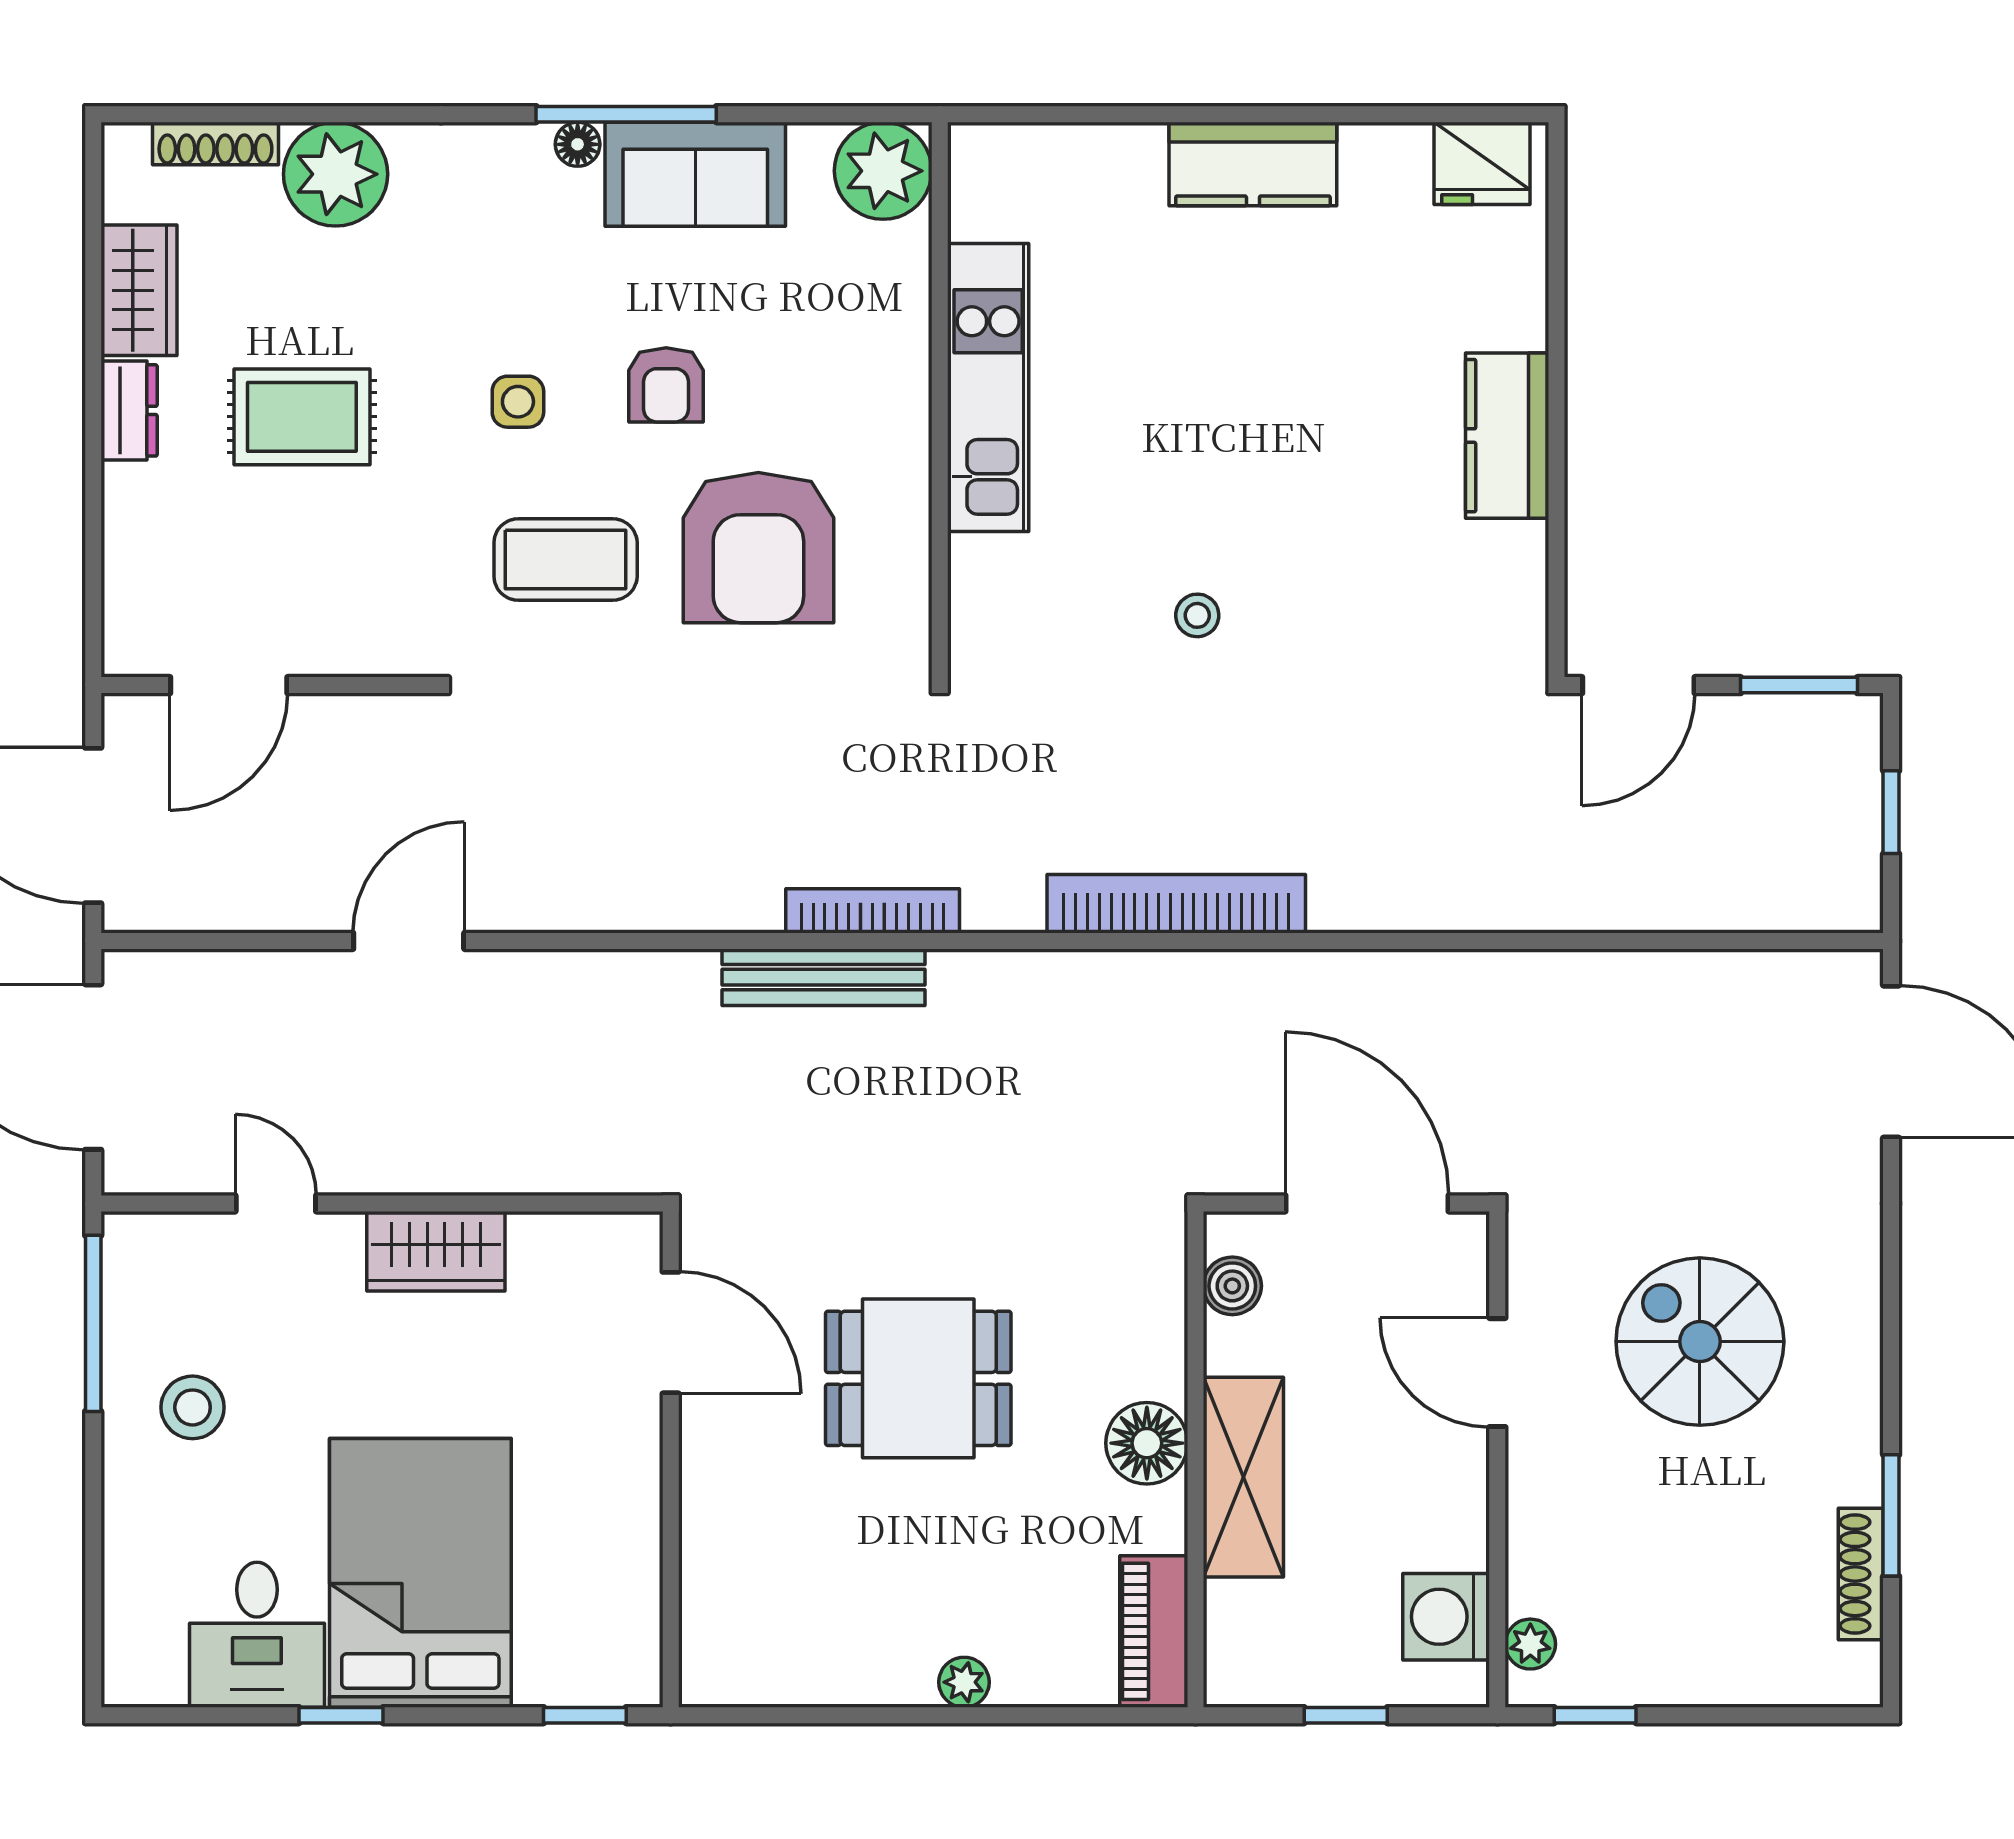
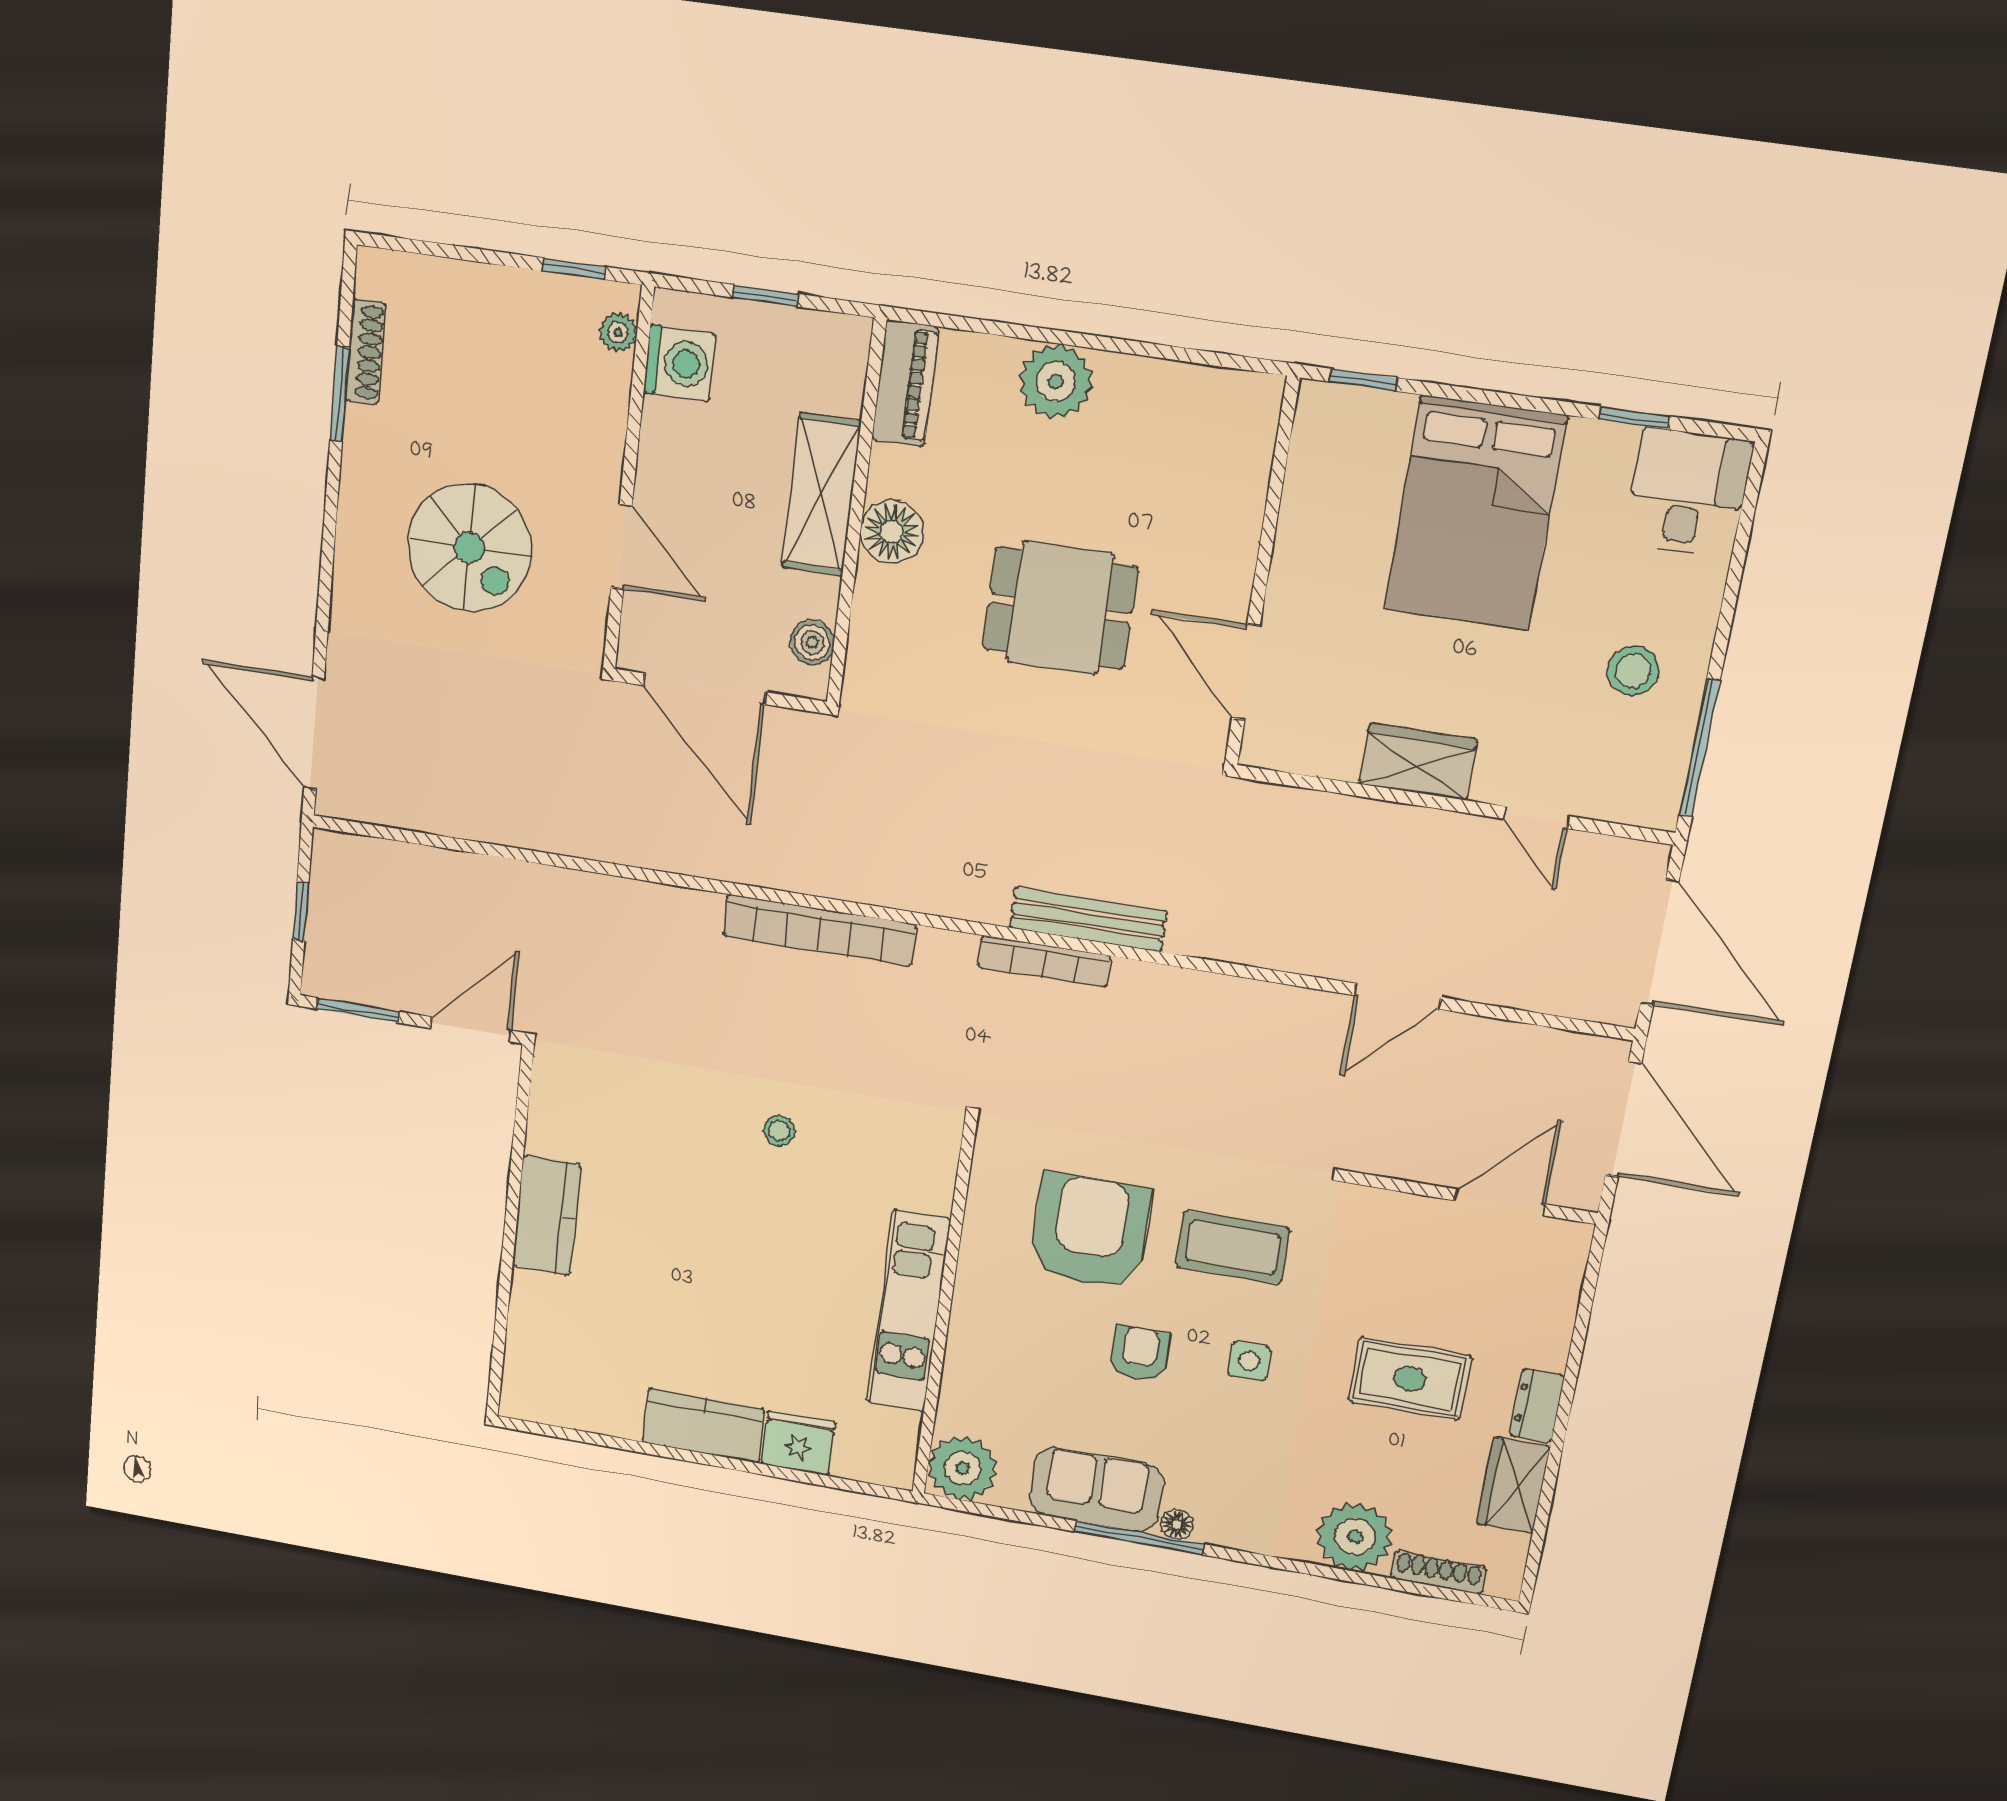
fridge: (1482, 163) -> (798, 1443), moved
desk: (257, 1635) -> (1687, 493), moved
plant: (964, 1682) -> (1056, 382), width x1.87, depth x1.87
window: (341, 1715) -> (1634, 418), moved

